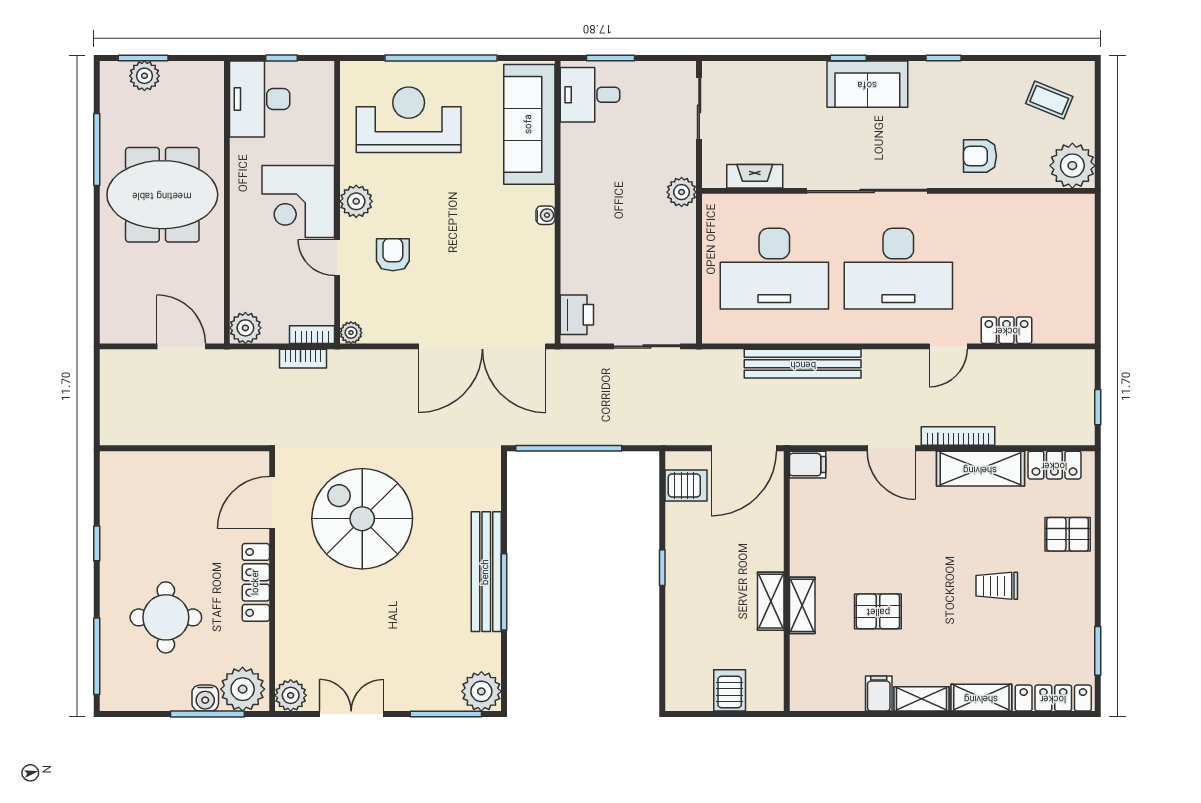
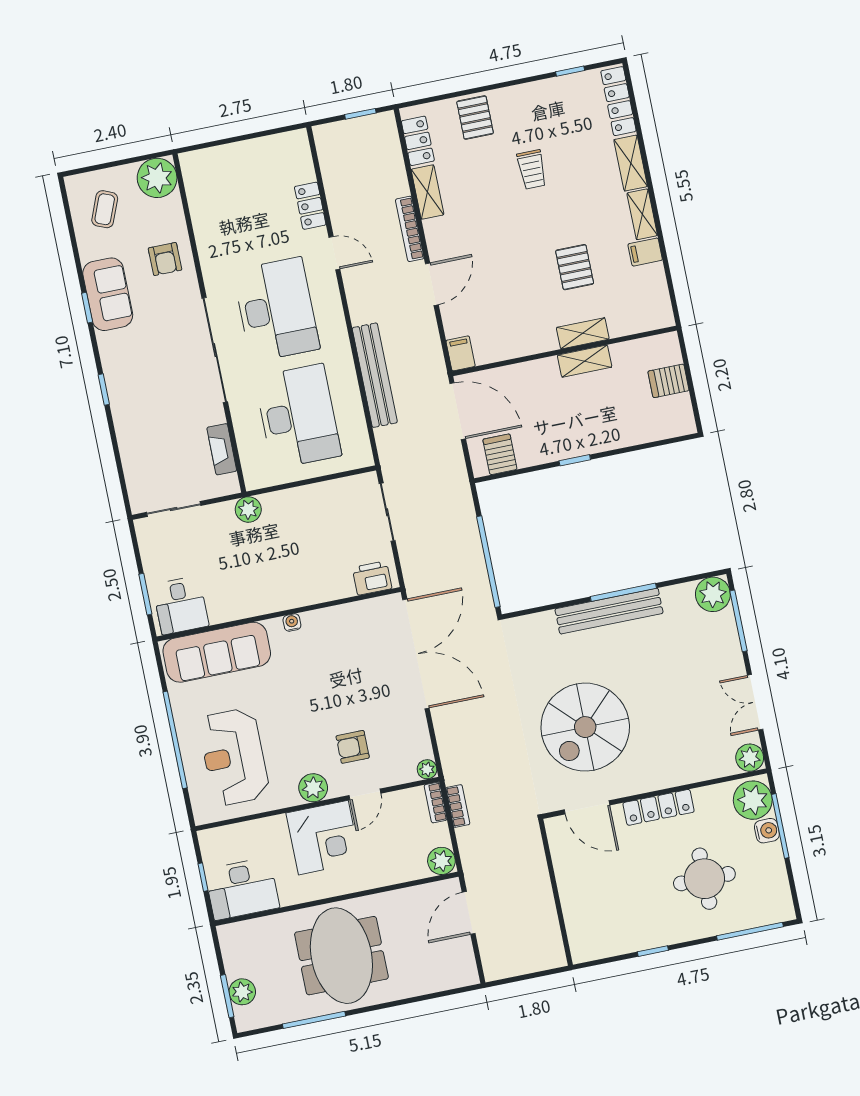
sofa: (867, 84) -> (108, 294), moved
shelving: (980, 469) -> (427, 192), width x0.67, depth x0.75
window: (1098, 651) -> (570, 71), width x0.67

